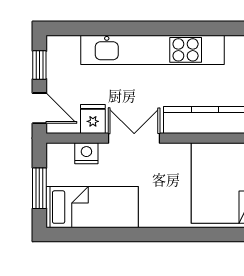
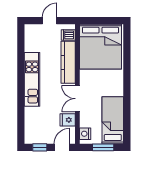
kitchen unit: (153, 50) -> (32, 79), width x0.73
nightstand: (86, 153) -> (85, 134), moved

